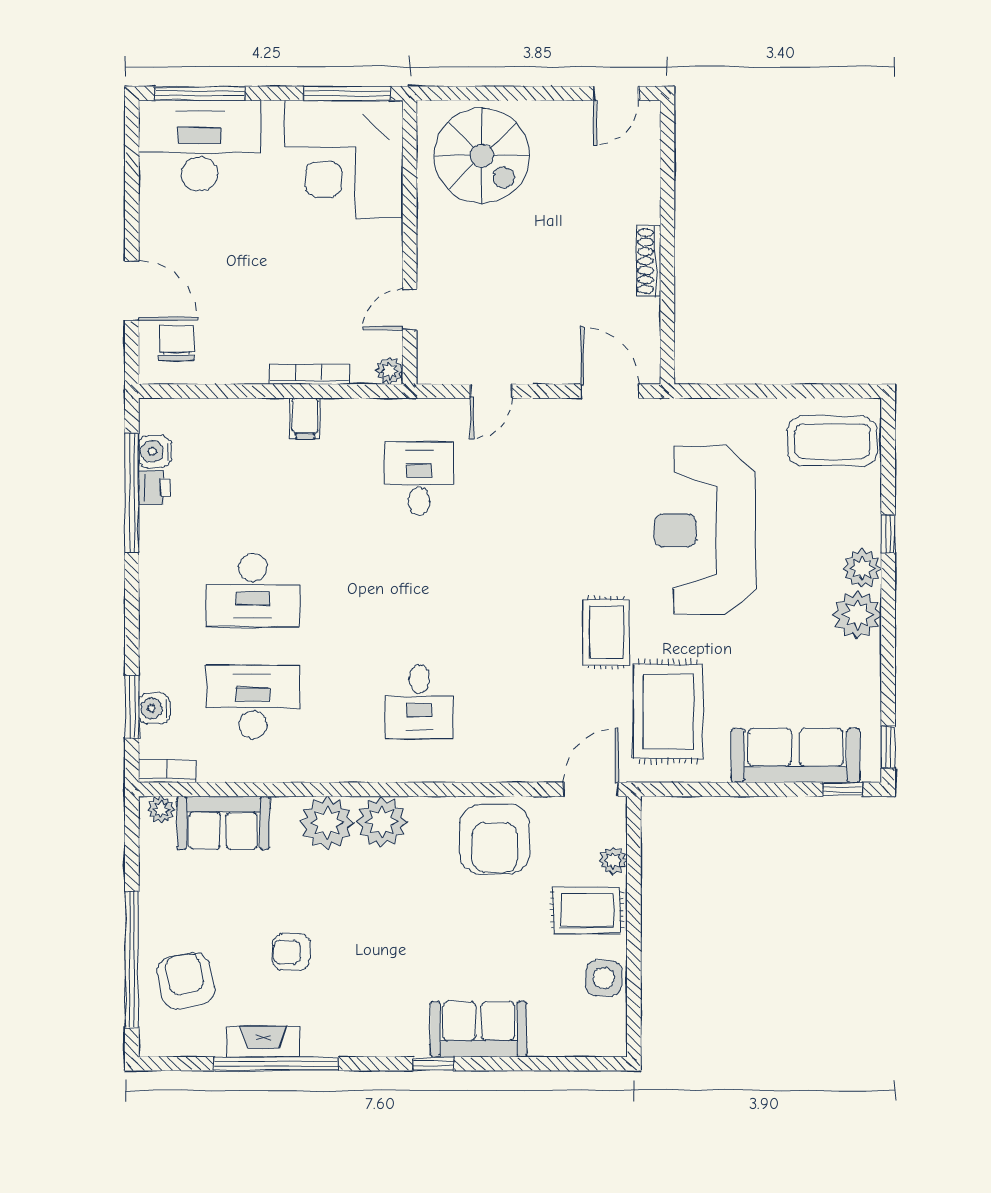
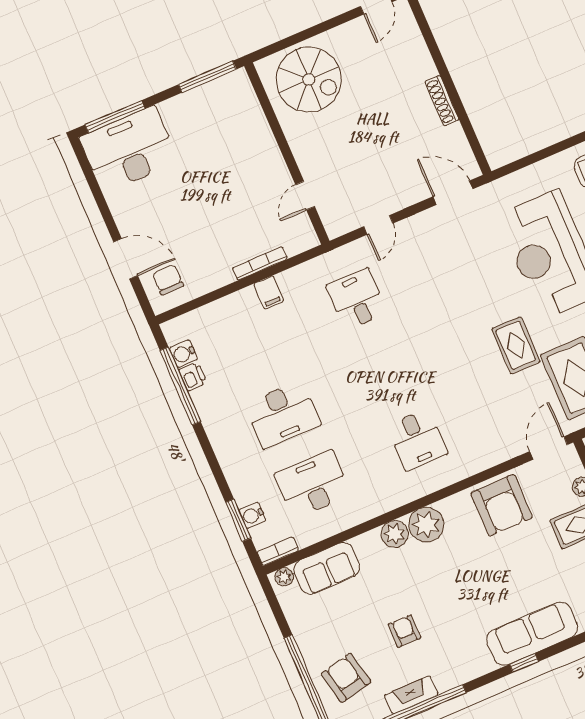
corner desk: (344, 159) -> (223, 119), removed
plant: (389, 371) -> (309, 240), removed
plant: (327, 823) -> (395, 534), width x0.73, depth x0.73
armchair: (291, 952) -> (404, 631), turned 90
sofa: (479, 1029) -> (532, 634), width x1.36

